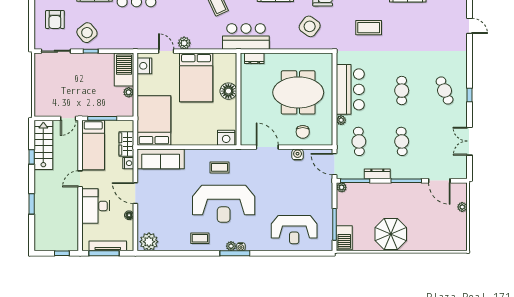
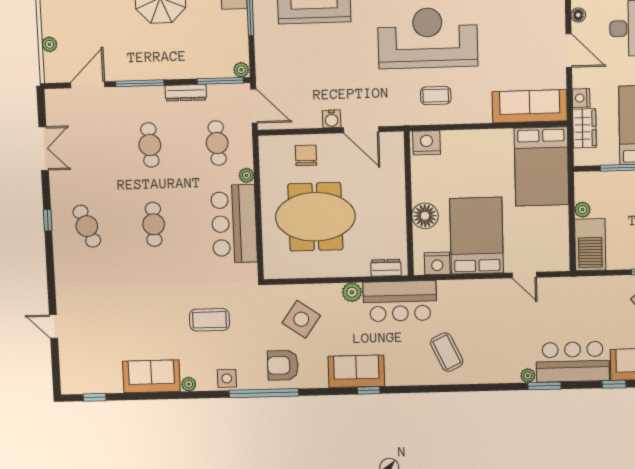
plant: (184, 43) -> (352, 292), moved
nightstand: (144, 66) -> (437, 263), moved, turned 90
water cooler: (298, 155) -> (332, 119), moved
door: (439, 181) -> (88, 85), hinge flipped

